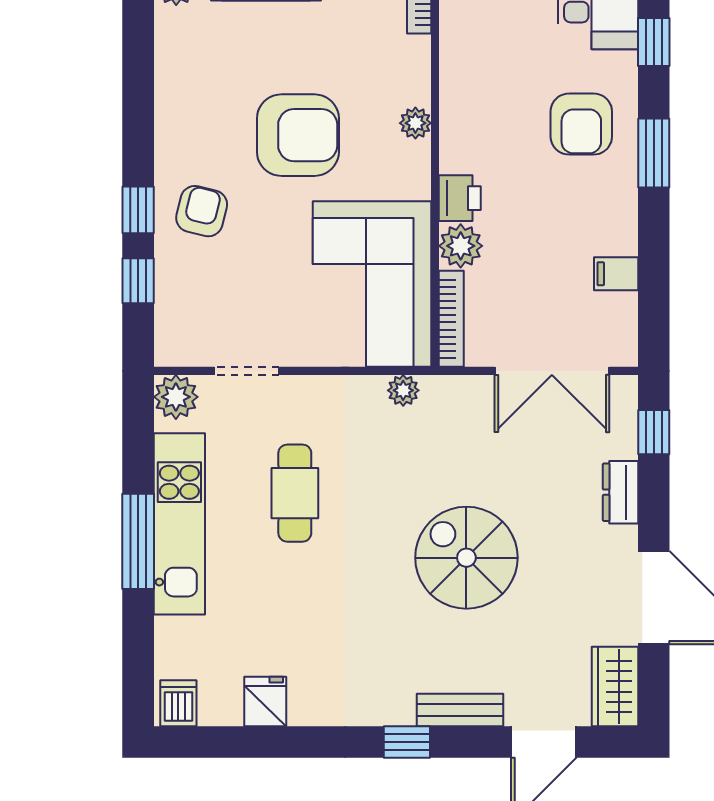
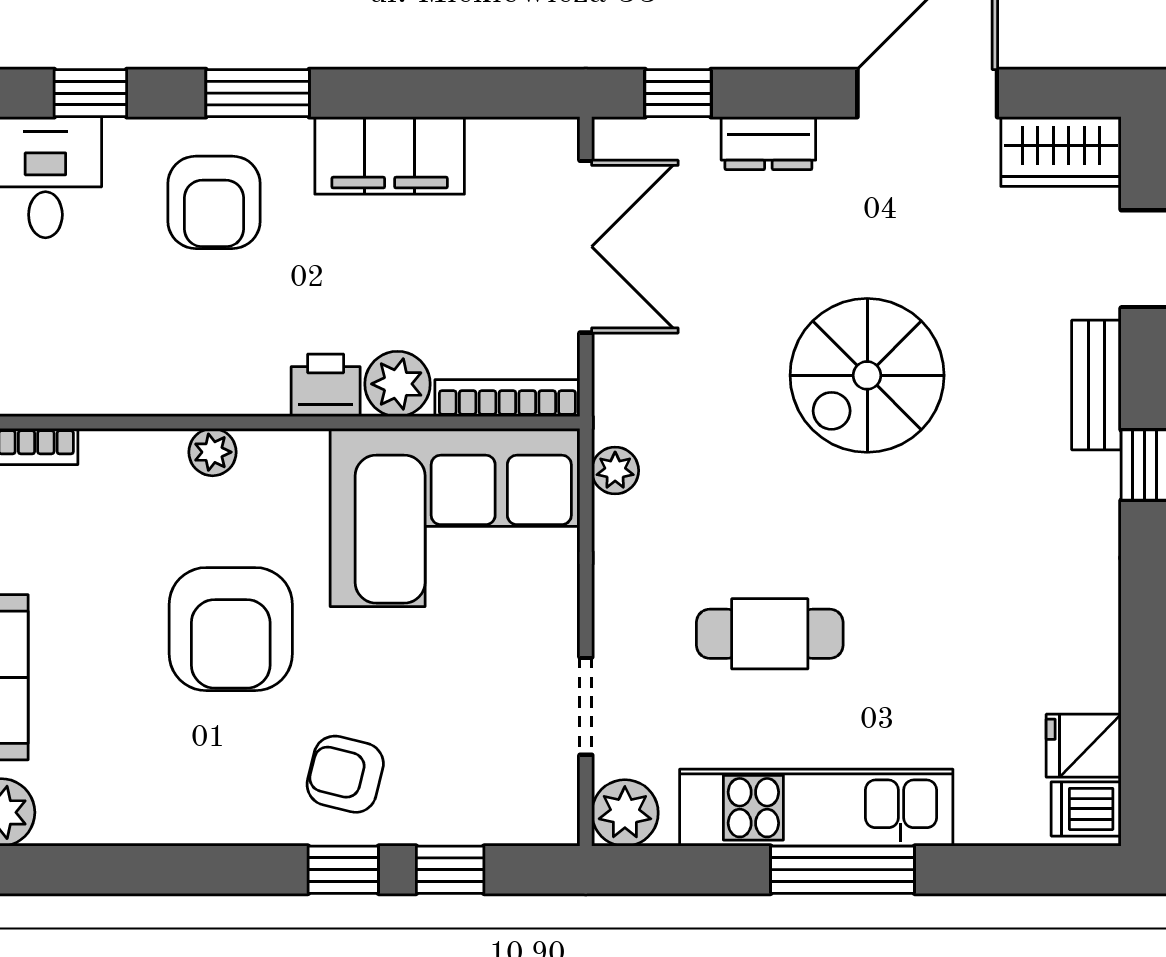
armchair: (581, 124) -> (214, 202), turned 90
armchair: (298, 135) -> (231, 629), turned 180
filing cabinet: (616, 274) -> (390, 155), width x3.00, depth x1.17
fridge: (265, 702) -> (1084, 746), moved

